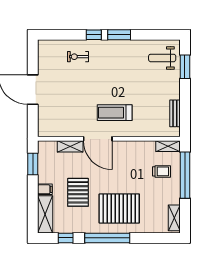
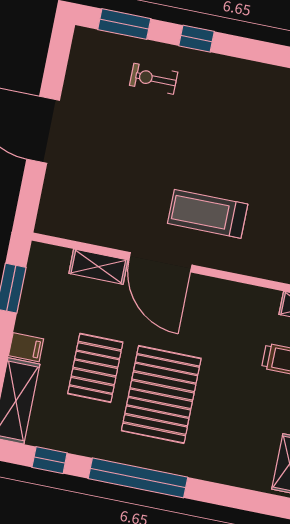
window: (119, 35) -> (124, 24), moved
pallet: (119, 208) -> (161, 395), moved, turned 90

